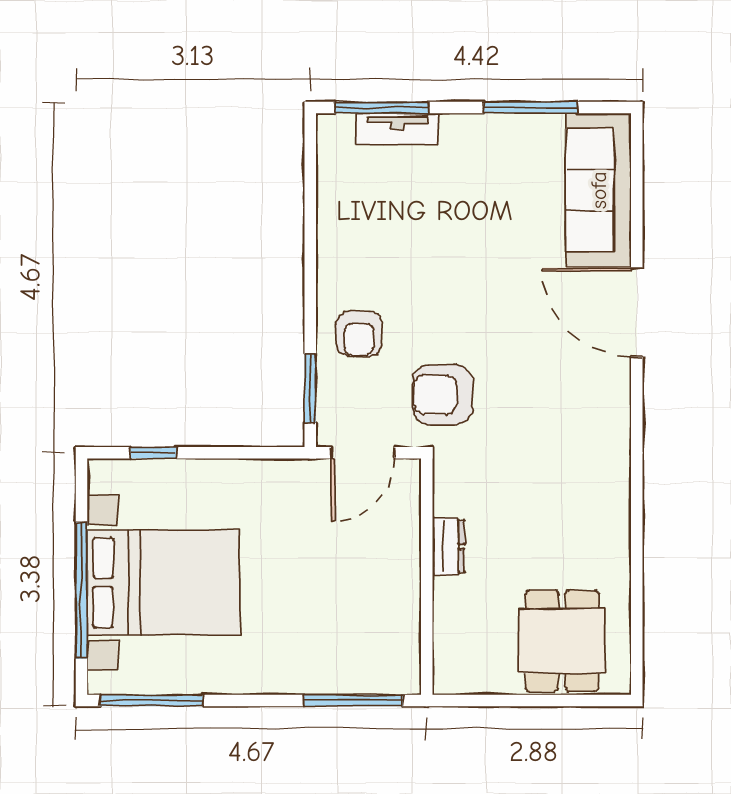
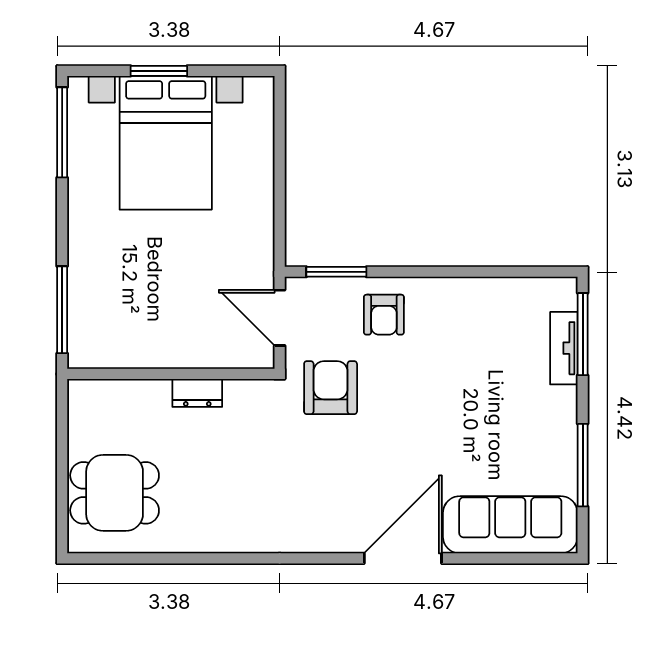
armchair: (359, 334) -> (384, 315), turned -90
window: (153, 453) -> (280, 134), removed
window: (81, 590) -> (159, 71), width x0.47

